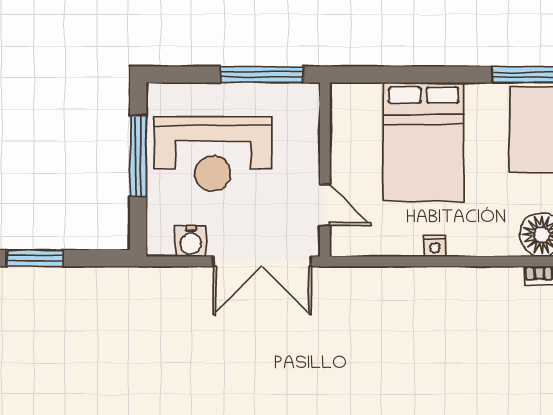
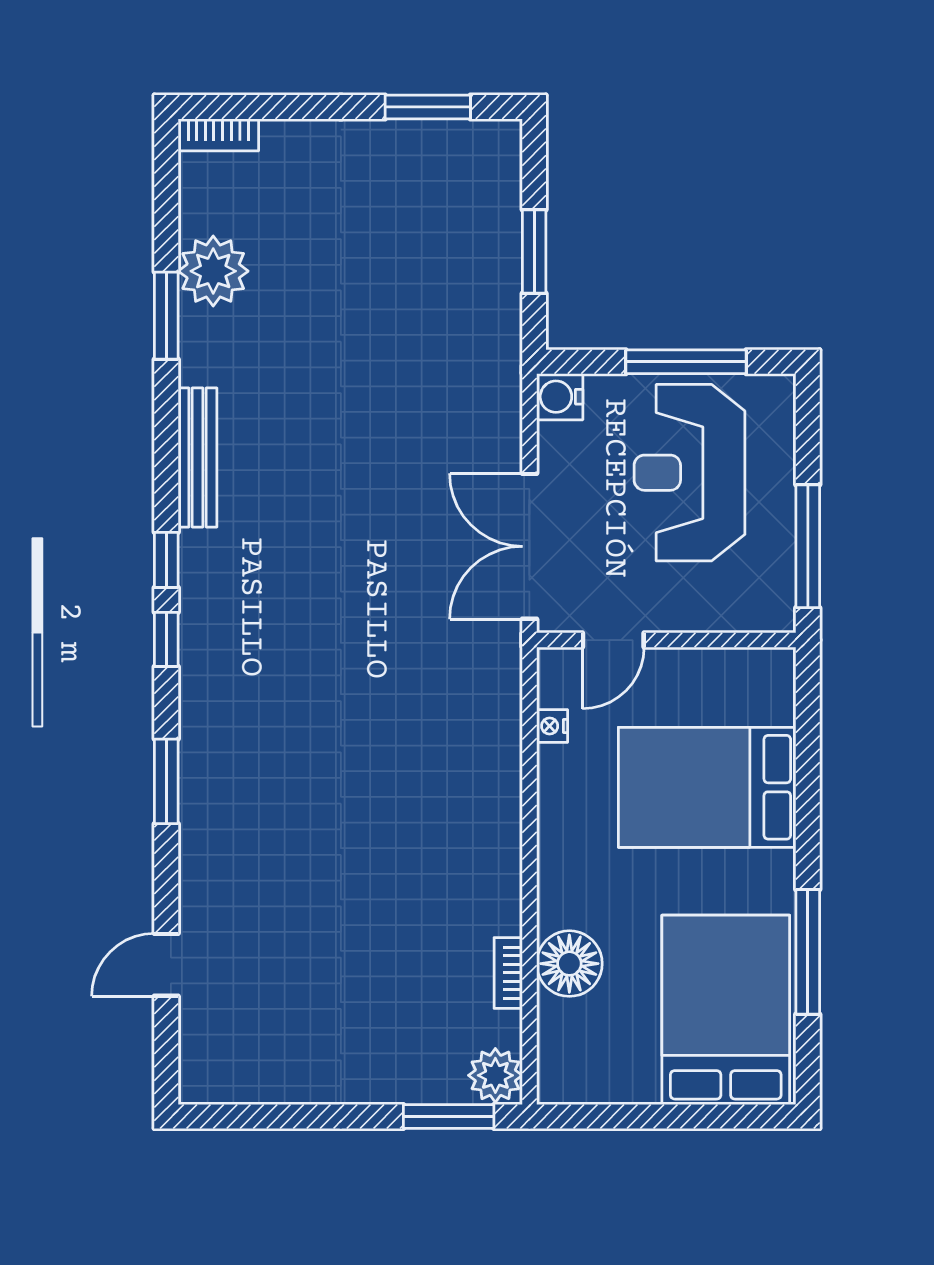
water cooler: (191, 241) -> (560, 397), moved
nightstand: (435, 246) -> (552, 726), moved
window: (35, 258) -> (534, 252), moved

